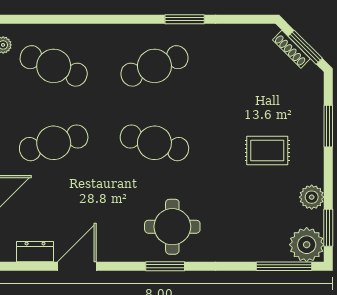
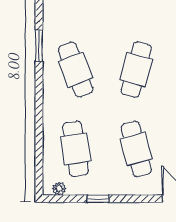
cafe table: (54, 66) -> (76, 149), turned -30

